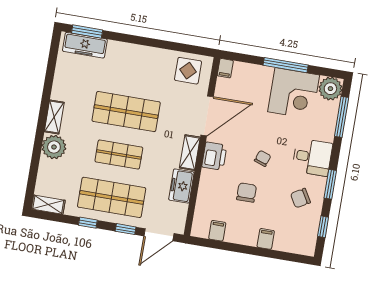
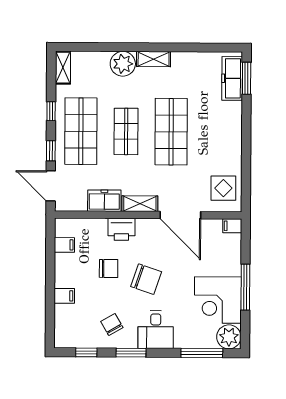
printer: (214, 156) -> (121, 229), moved
chair: (263, 158) -> (146, 279), width x1.87, depth x1.87

